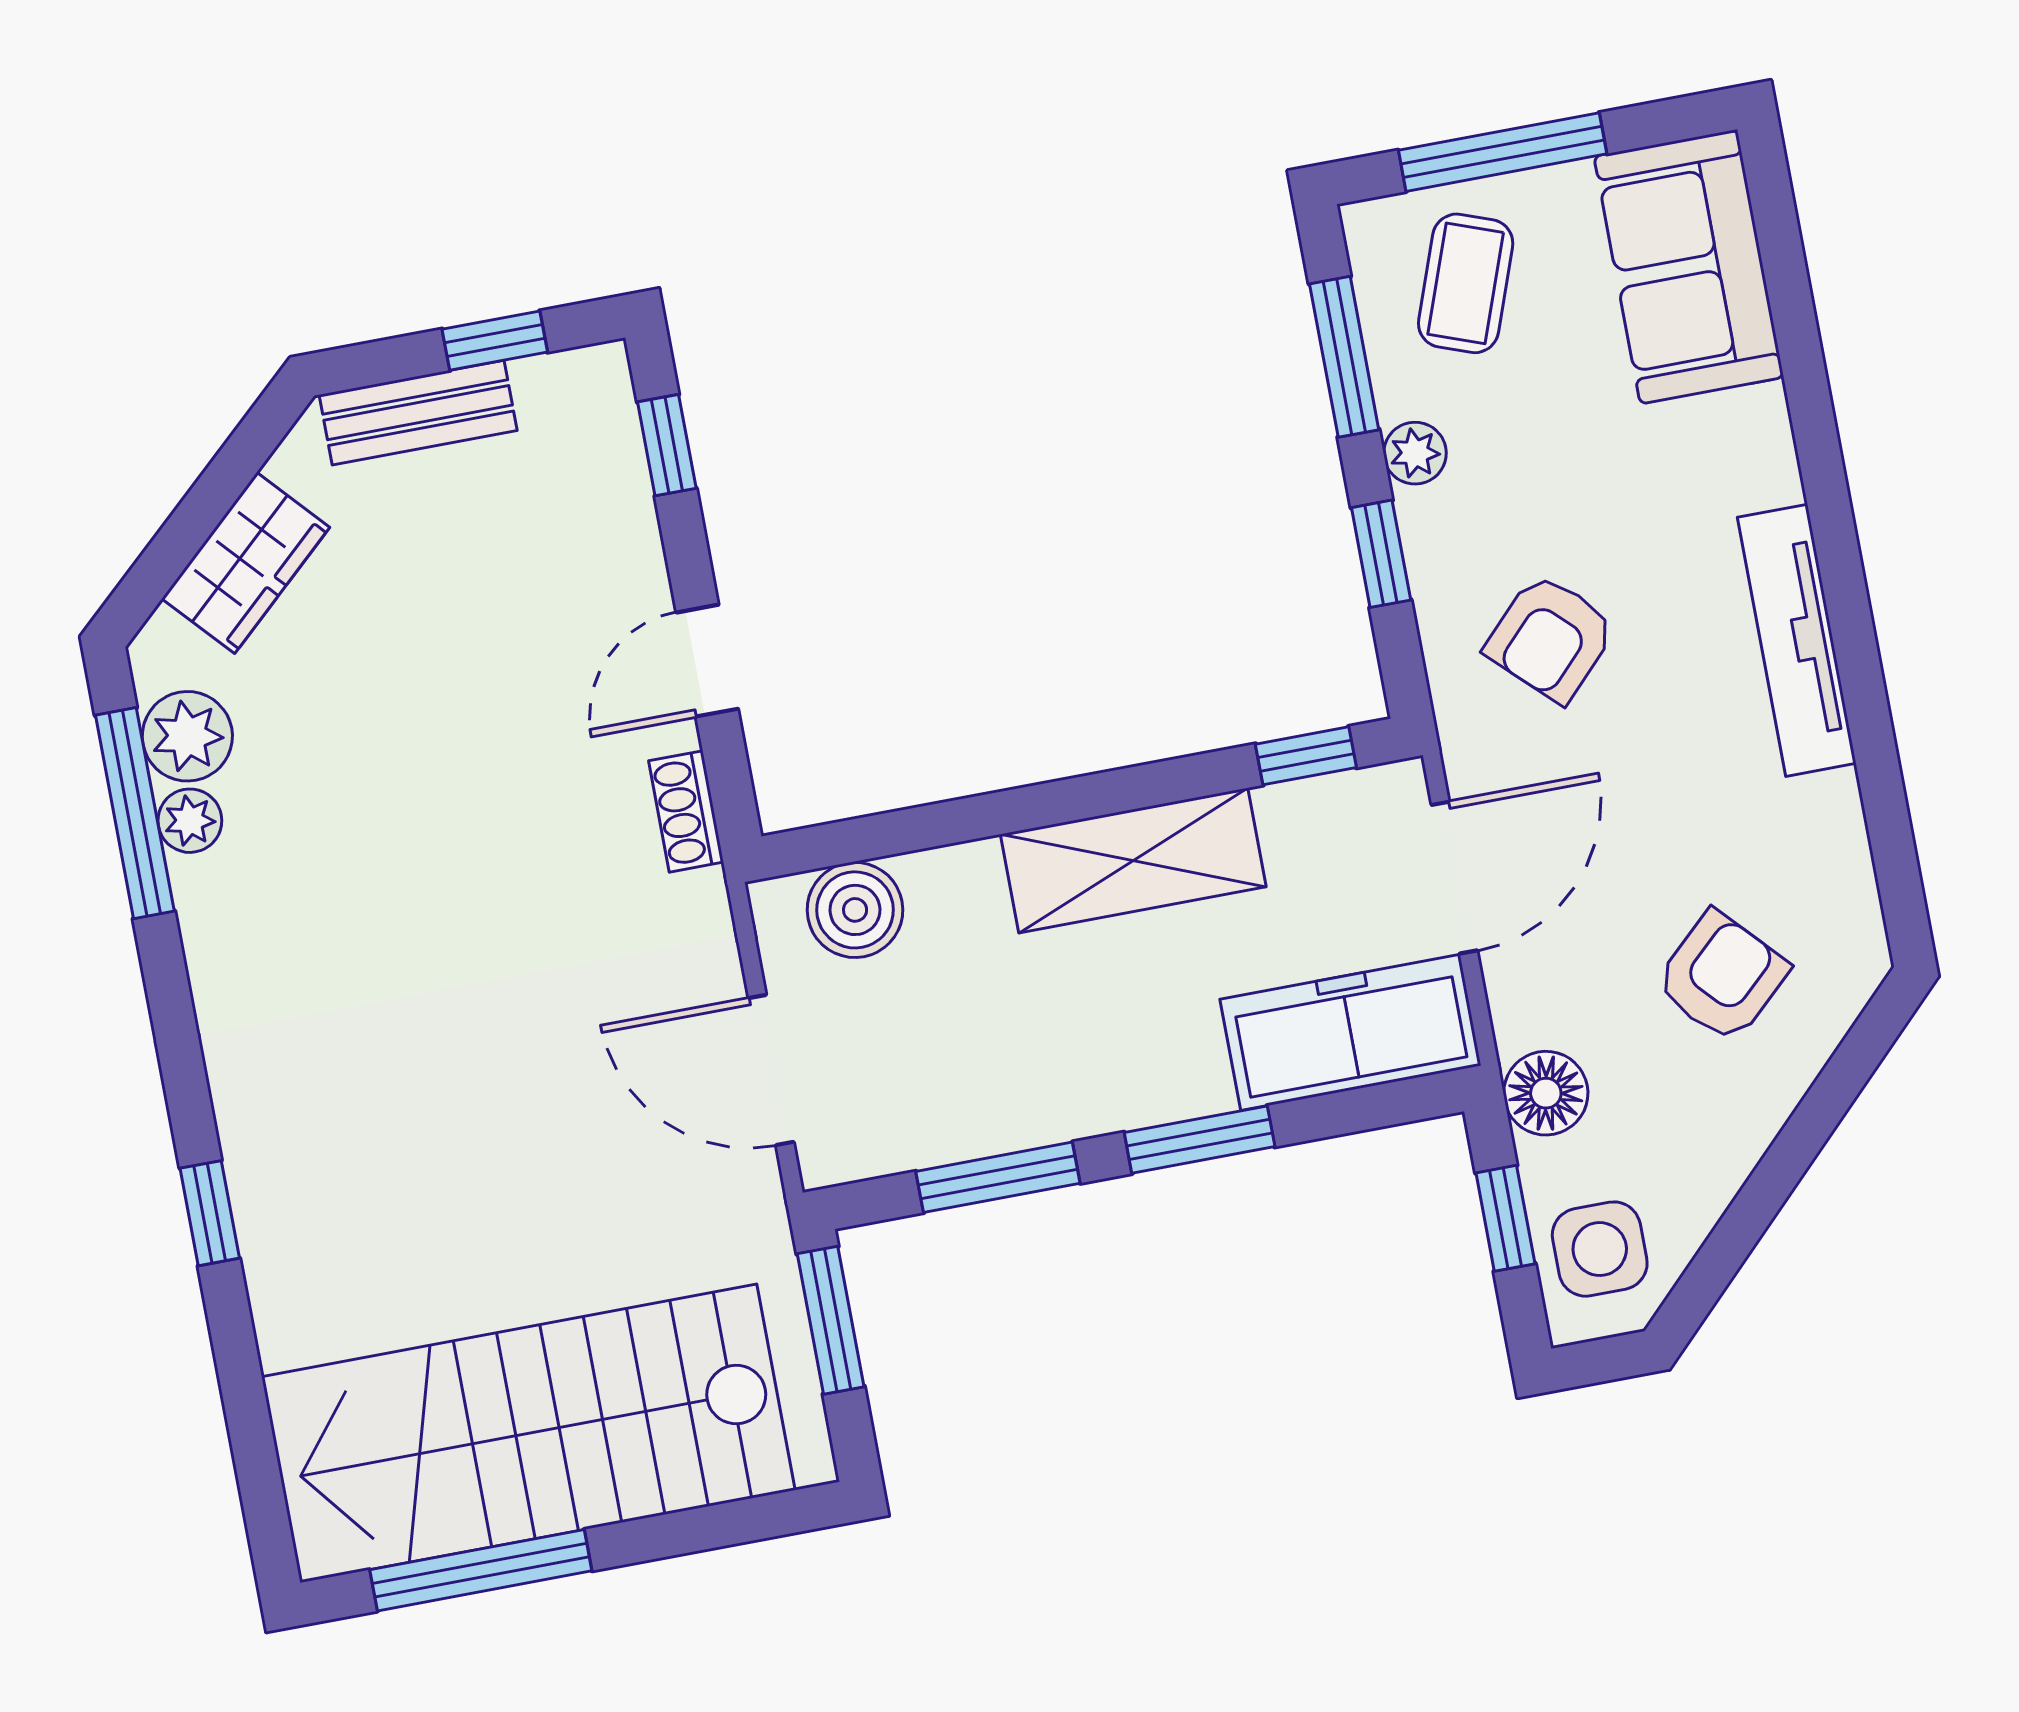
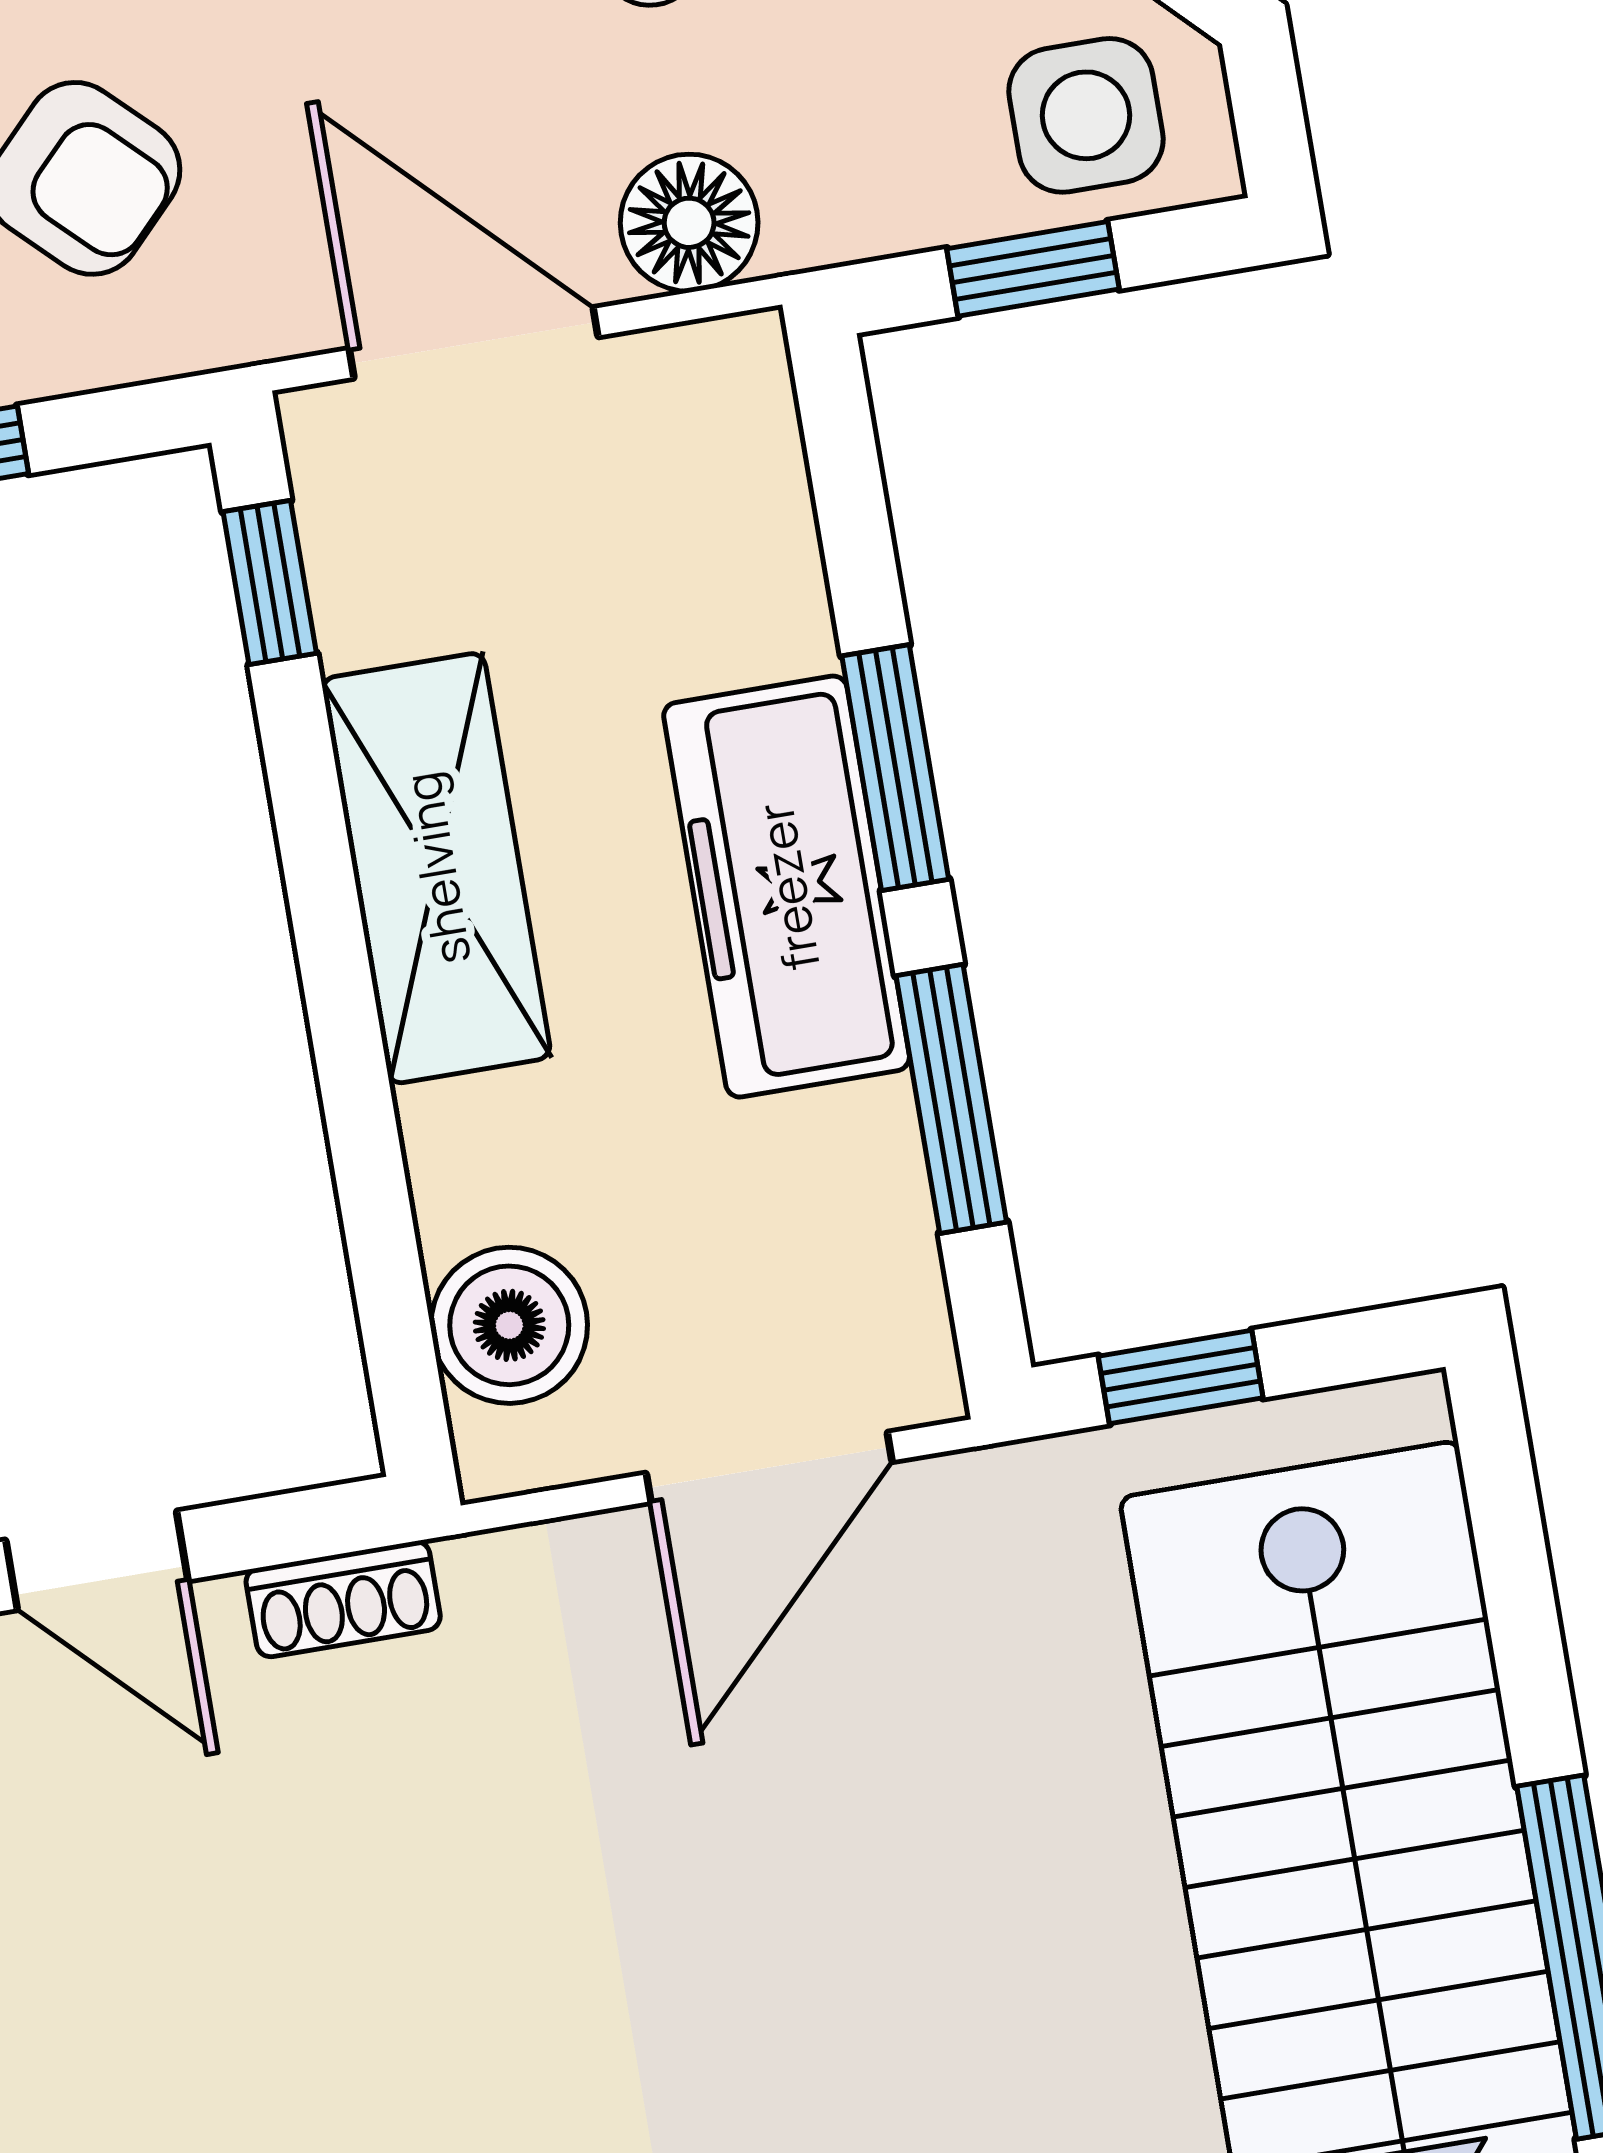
freezer: (1351, 1032) -> (787, 887), moved
floor lamp: (1546, 1093) -> (689, 223), moved
window: (831, 1320) -> (1181, 1377), width x0.67

